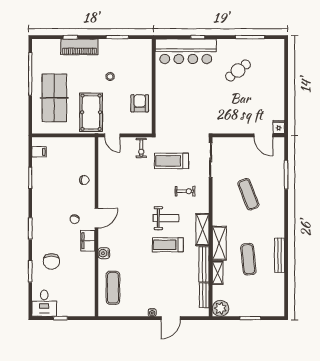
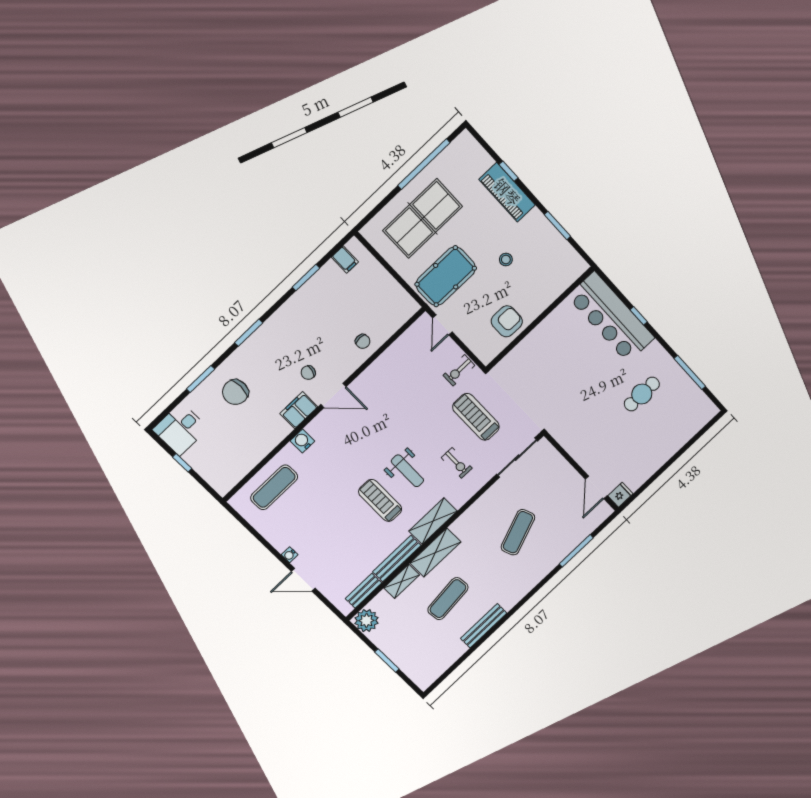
cafe table: (238, 70) -> (642, 394), turned -52

